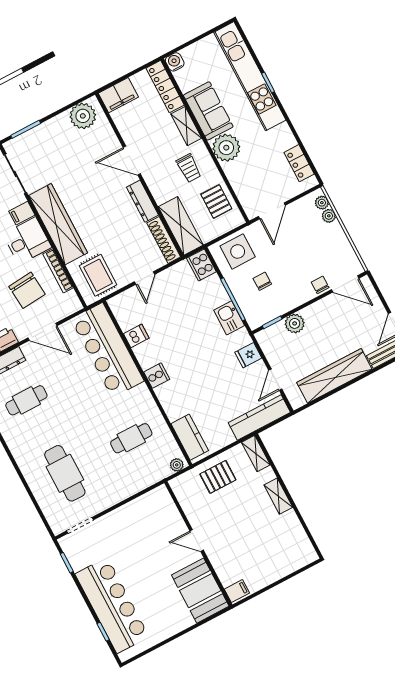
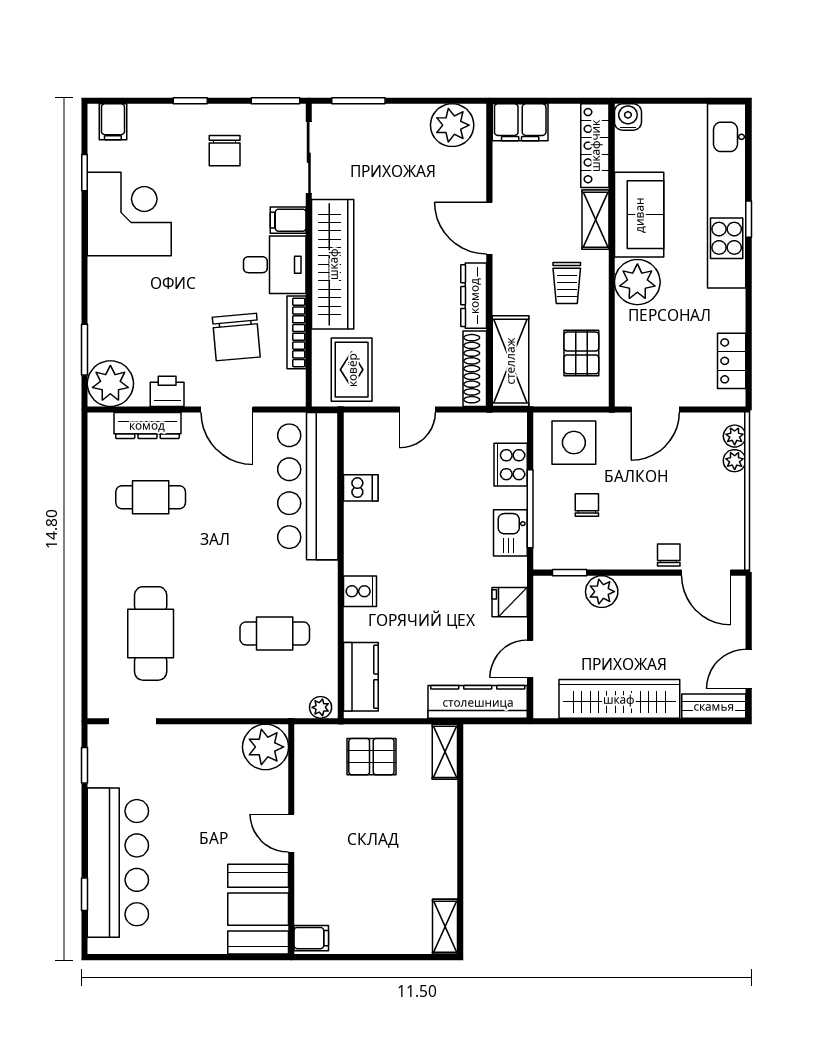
cooker: (201, 265) -> (511, 465), moved
cooker: (157, 376) -> (360, 591), moved
shelving: (278, 496) -> (445, 927), moved
plant: (158, 502) -> (266, 747), added

